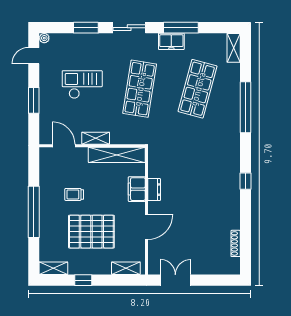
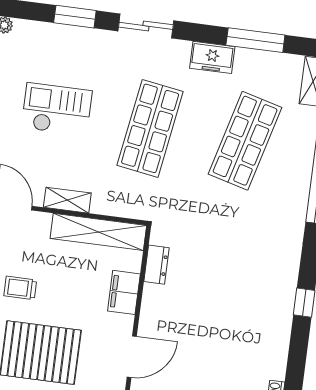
window: (181, 28) -> (255, 40), moved
dresser: (154, 190) -> (156, 265), moved

